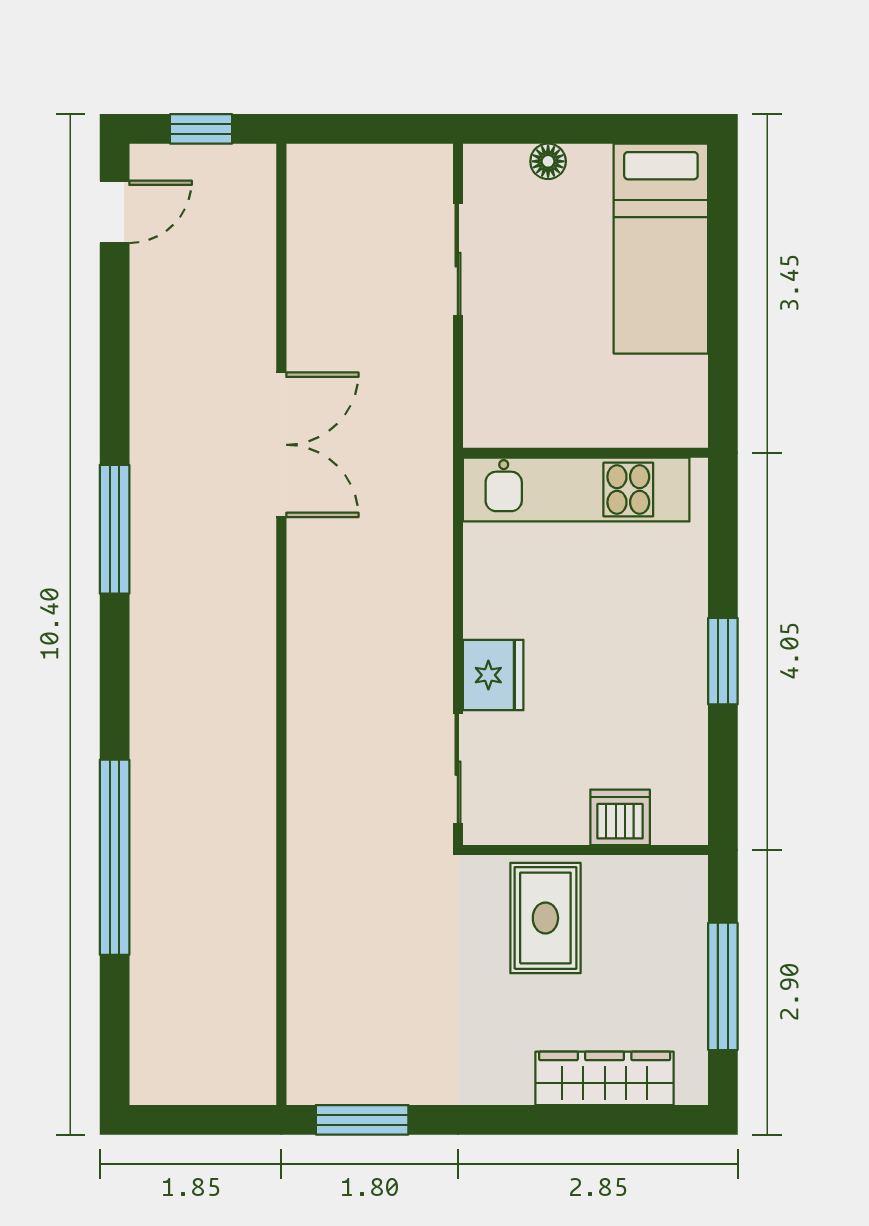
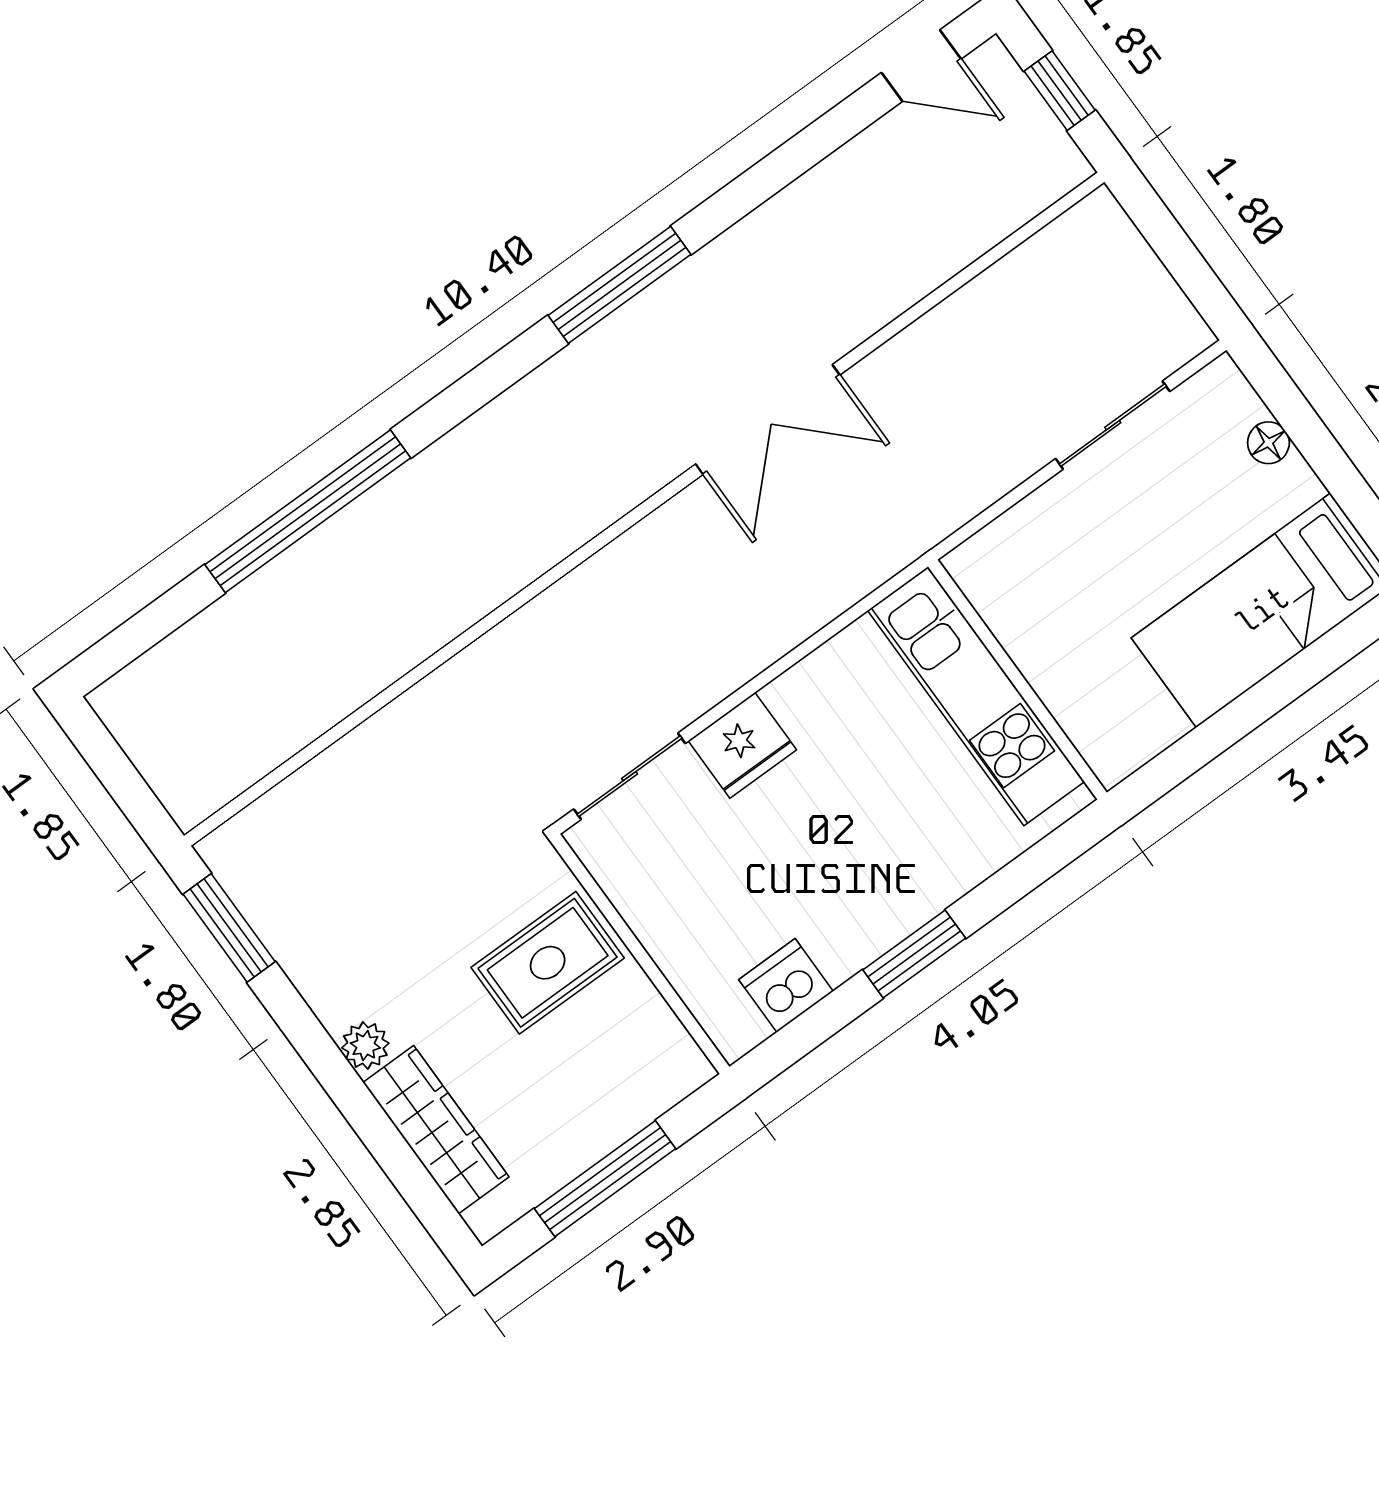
double door: (281, 445) -> (768, 419), moved
dishwasher: (620, 817) -> (786, 985), moved, turned -90
plant: (511, 1085) -> (365, 1045), added

